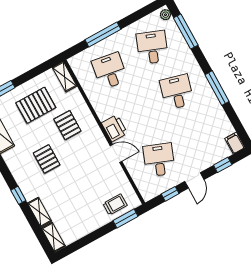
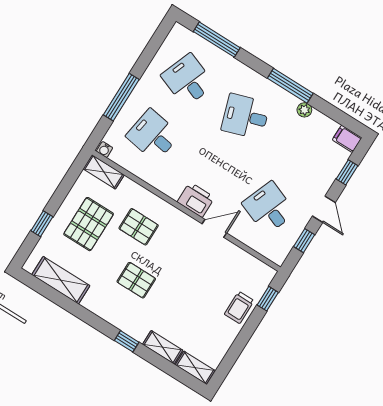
plant: (165, 15) -> (304, 110), moved
water cooler: (73, 63) -> (105, 150), added
desk: (177, 92) -> (246, 116), turned -33
trolley: (115, 204) -> (239, 307), moved, turned 180
window: (126, 218) -> (268, 299), width x0.67

